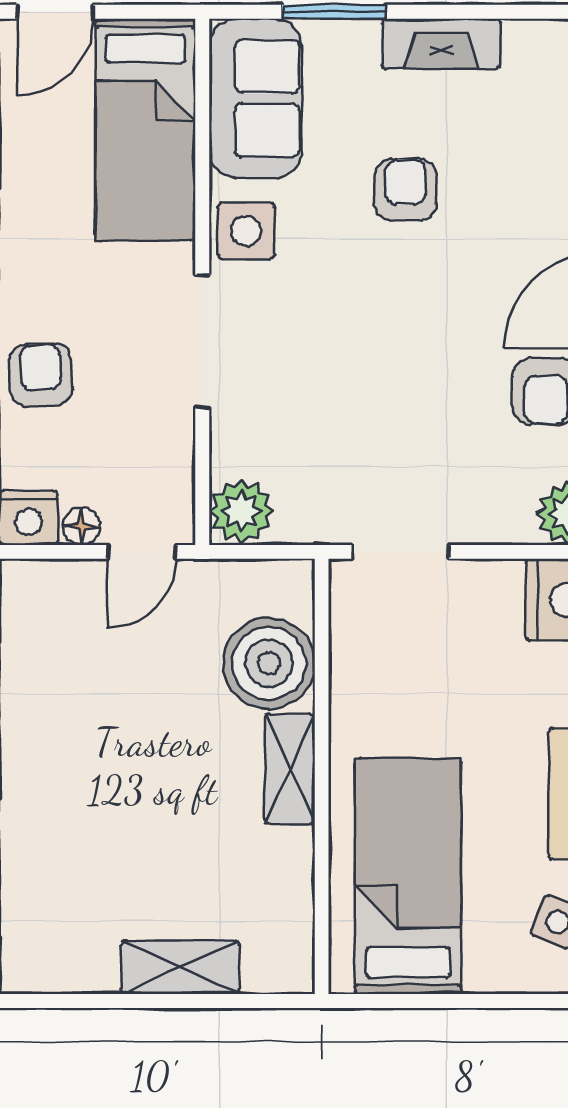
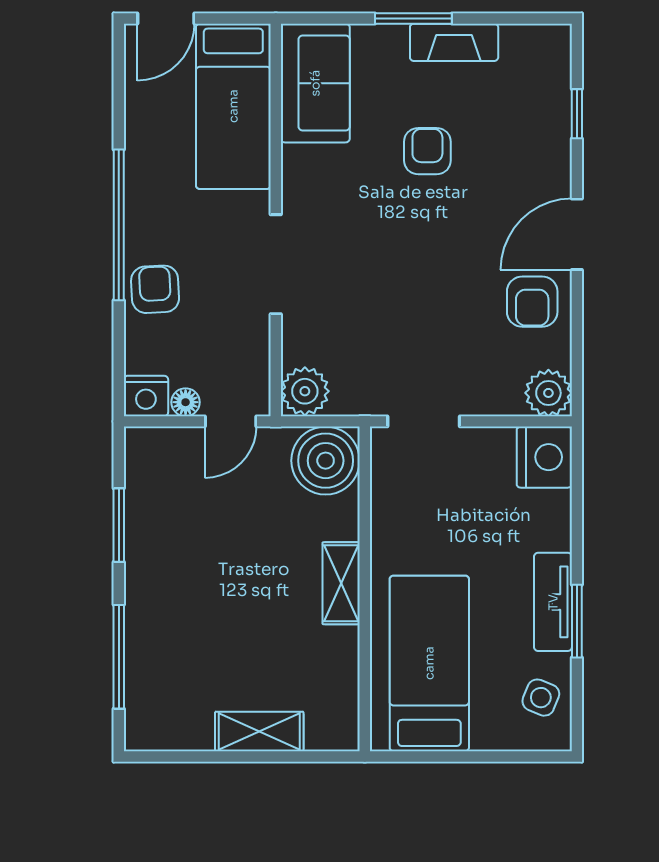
window: (334, 12) -> (413, 18), moved
side table: (246, 231) -> (308, 182), removed
boiler: (269, 663) -> (326, 461), moved

